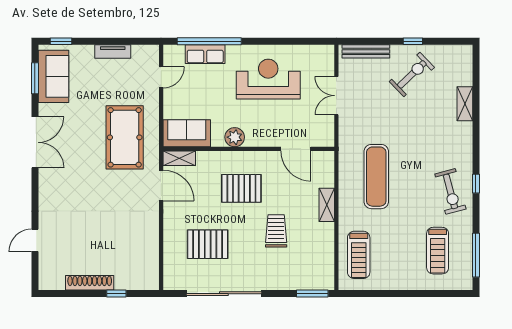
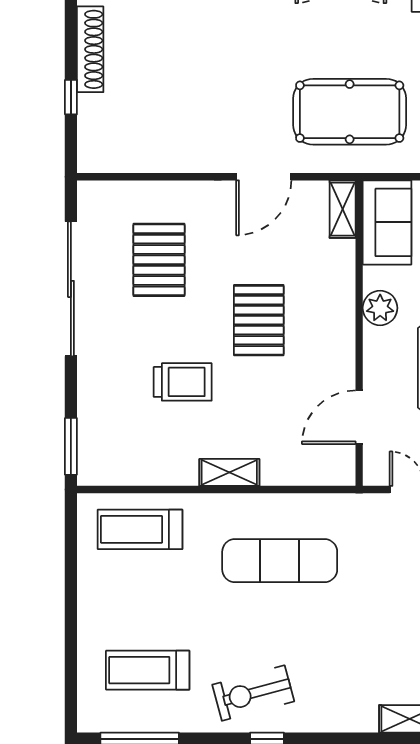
sofa: (187, 133) -> (387, 222), moved
plant: (235, 137) -> (380, 308), moved
wall: (249, 149) -> (359, 333), moved
door: (296, 149) -> (359, 417), moved
shelving: (179, 158) -> (343, 209), moved

